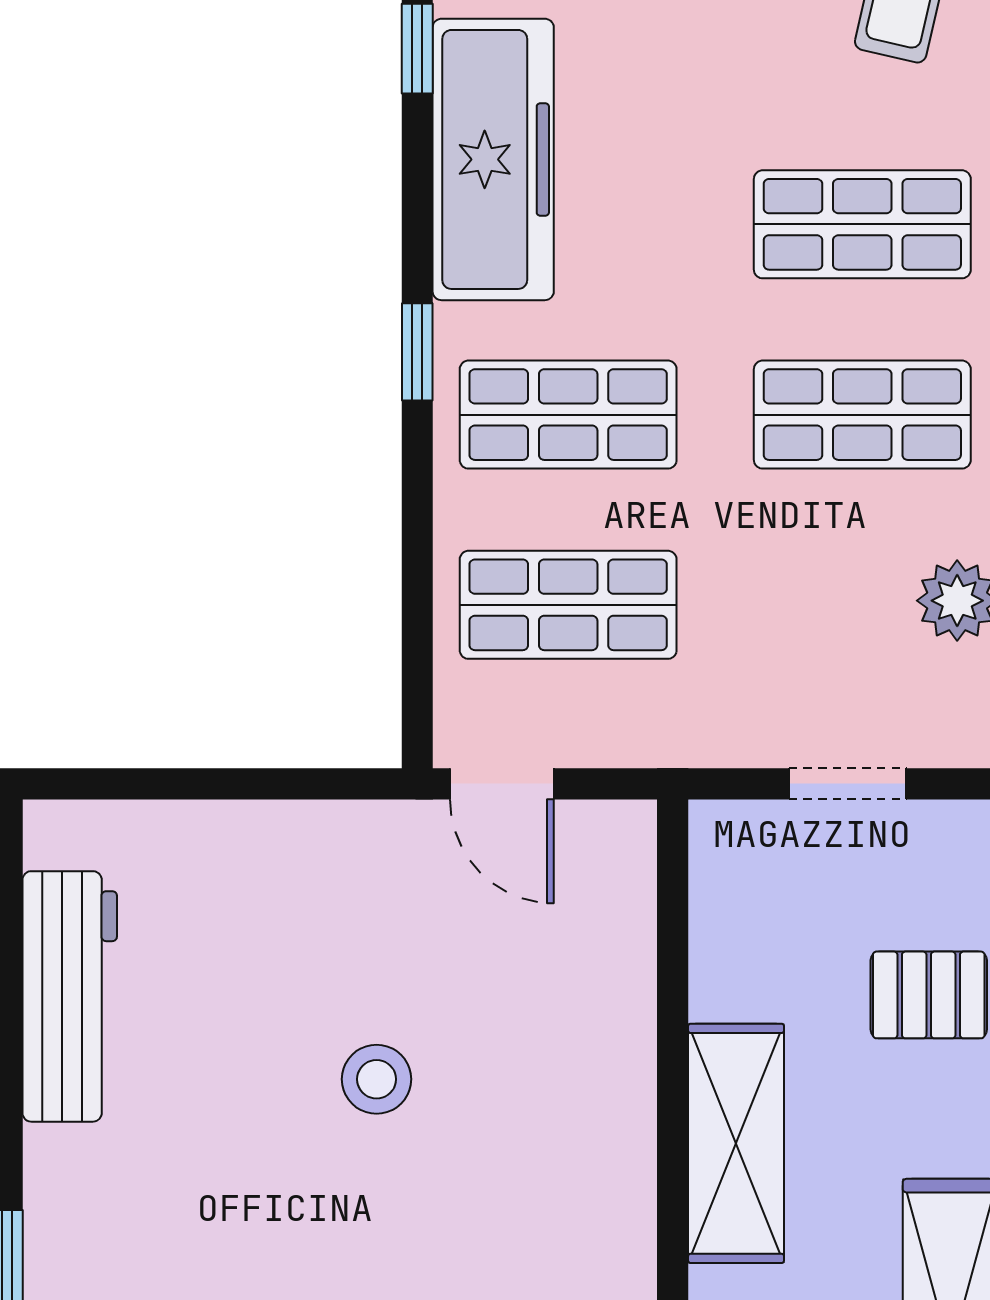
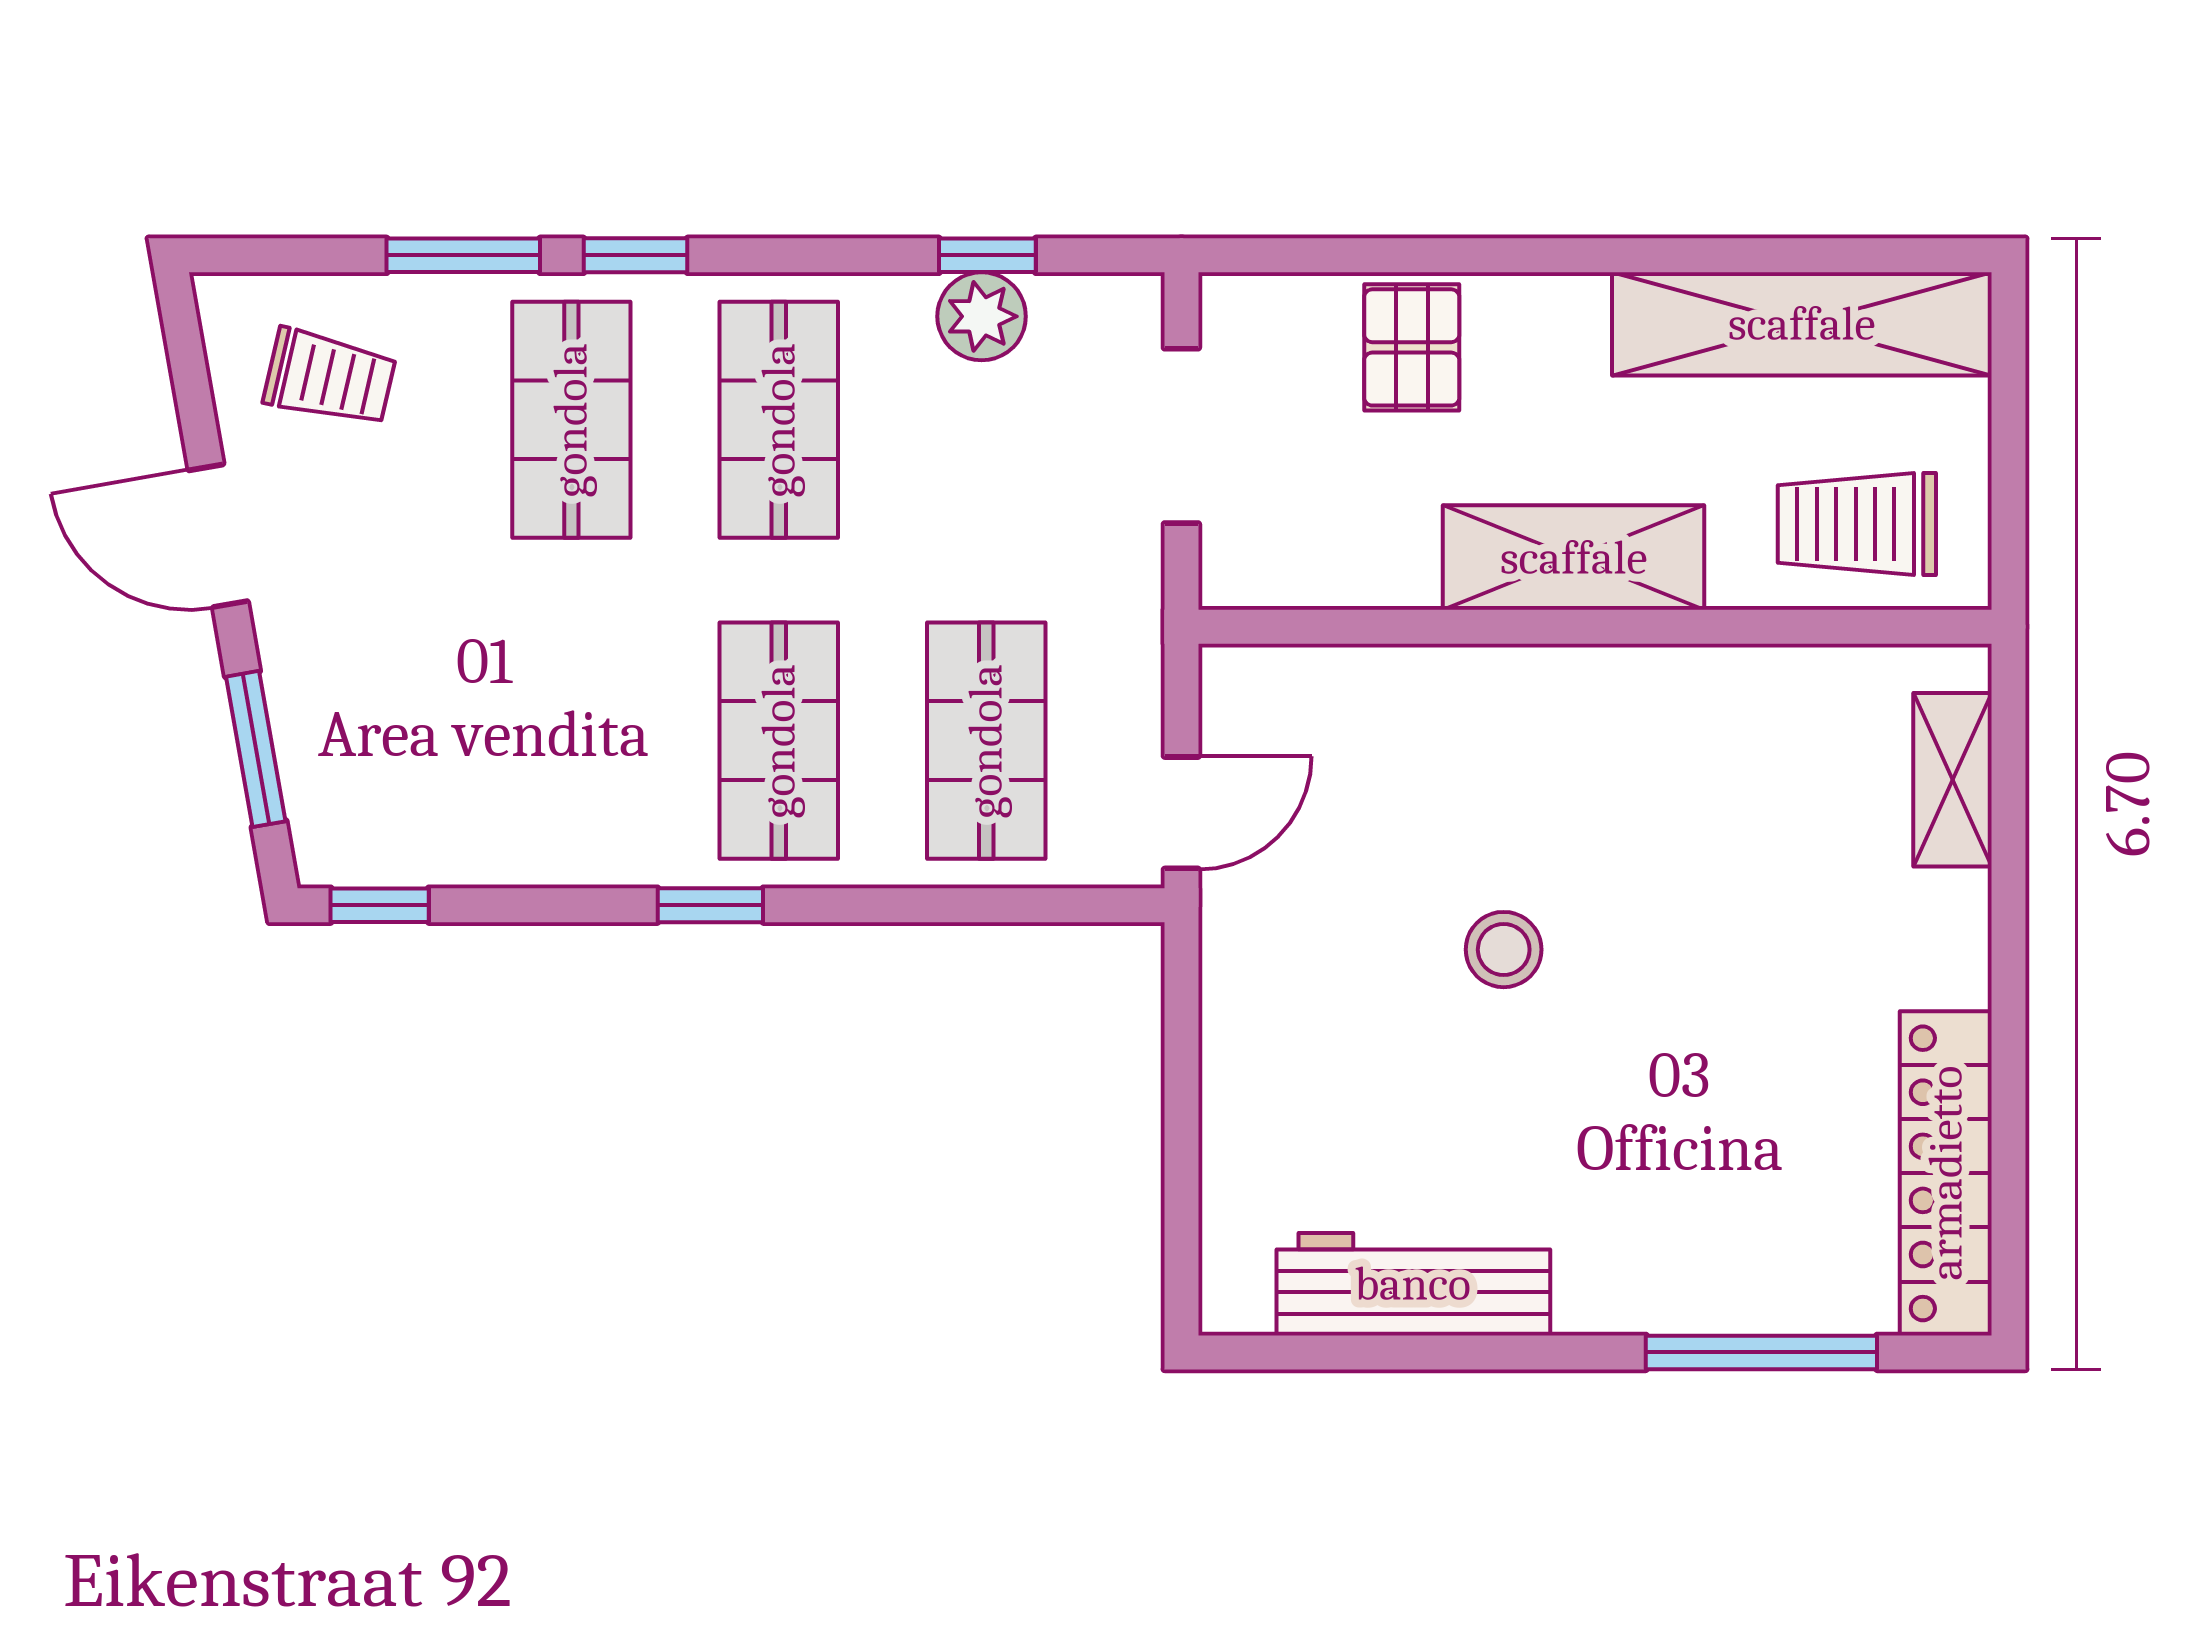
freezer: (493, 159) -> (501, 822), removed
doorway: (848, 784) -> (1181, 436), width x1.38

